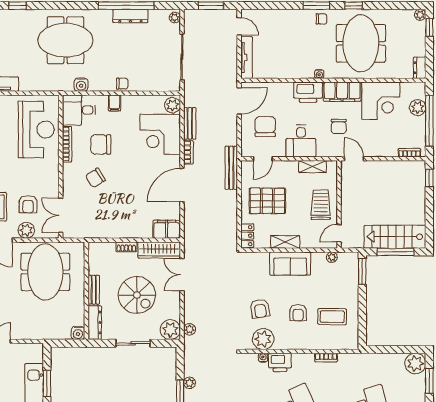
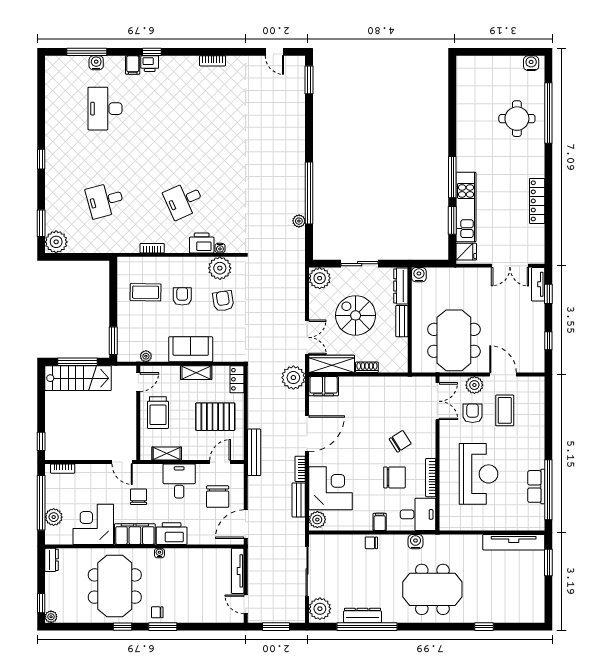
plant: (175, 17) -> (320, 609), width x1.87, depth x1.87
reception desk: (36, 130) -> (479, 474), moved, turned 180
plant: (190, 329) -> (293, 378), moved, width x1.88, depth x1.88
fridge: (34, 354) -> (466, 252), added

